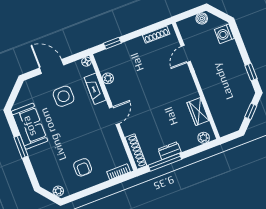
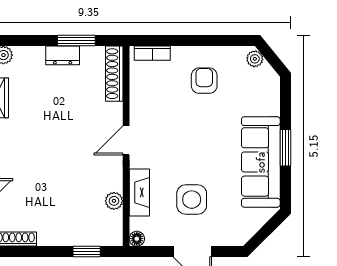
sofa: (29, 126) -> (261, 162), width x1.36
window: (165, 162) -> (76, 41), width x0.69

